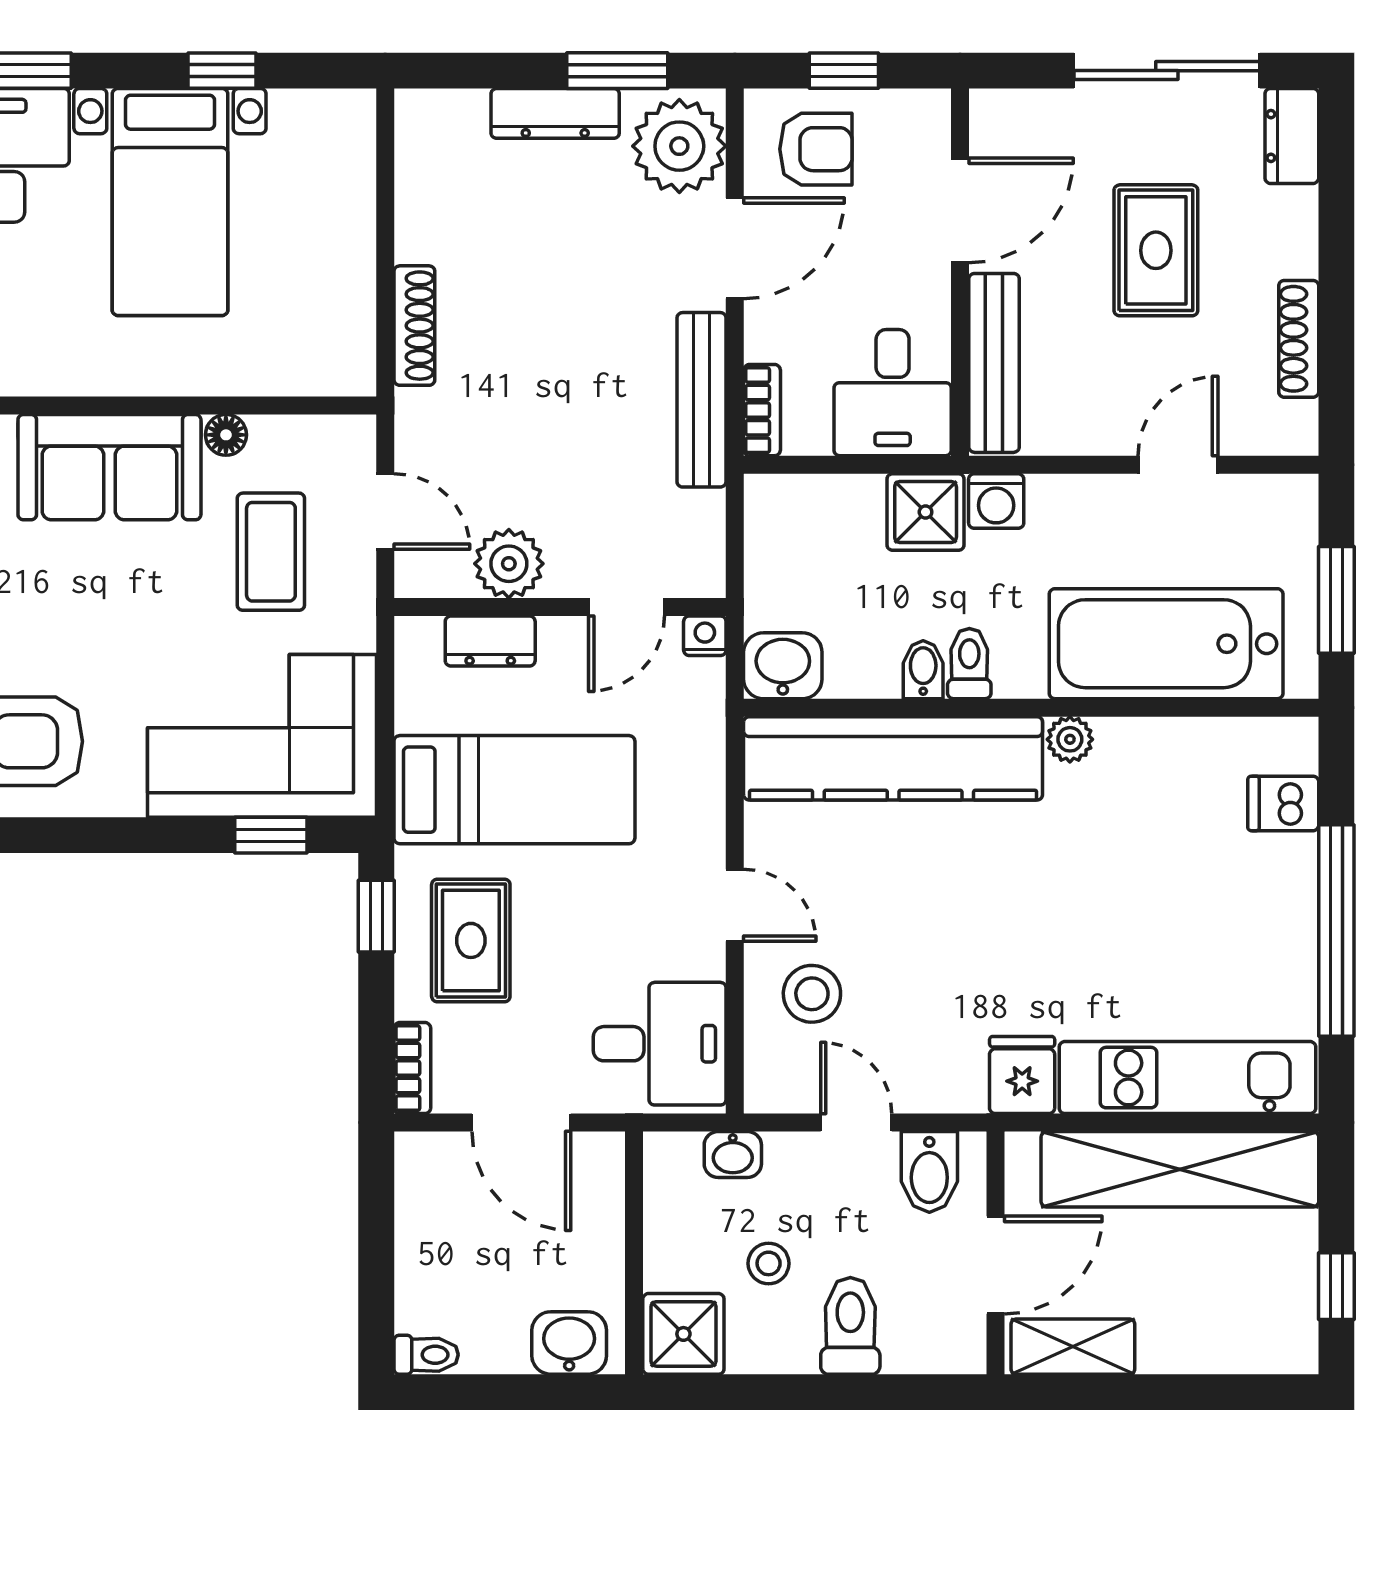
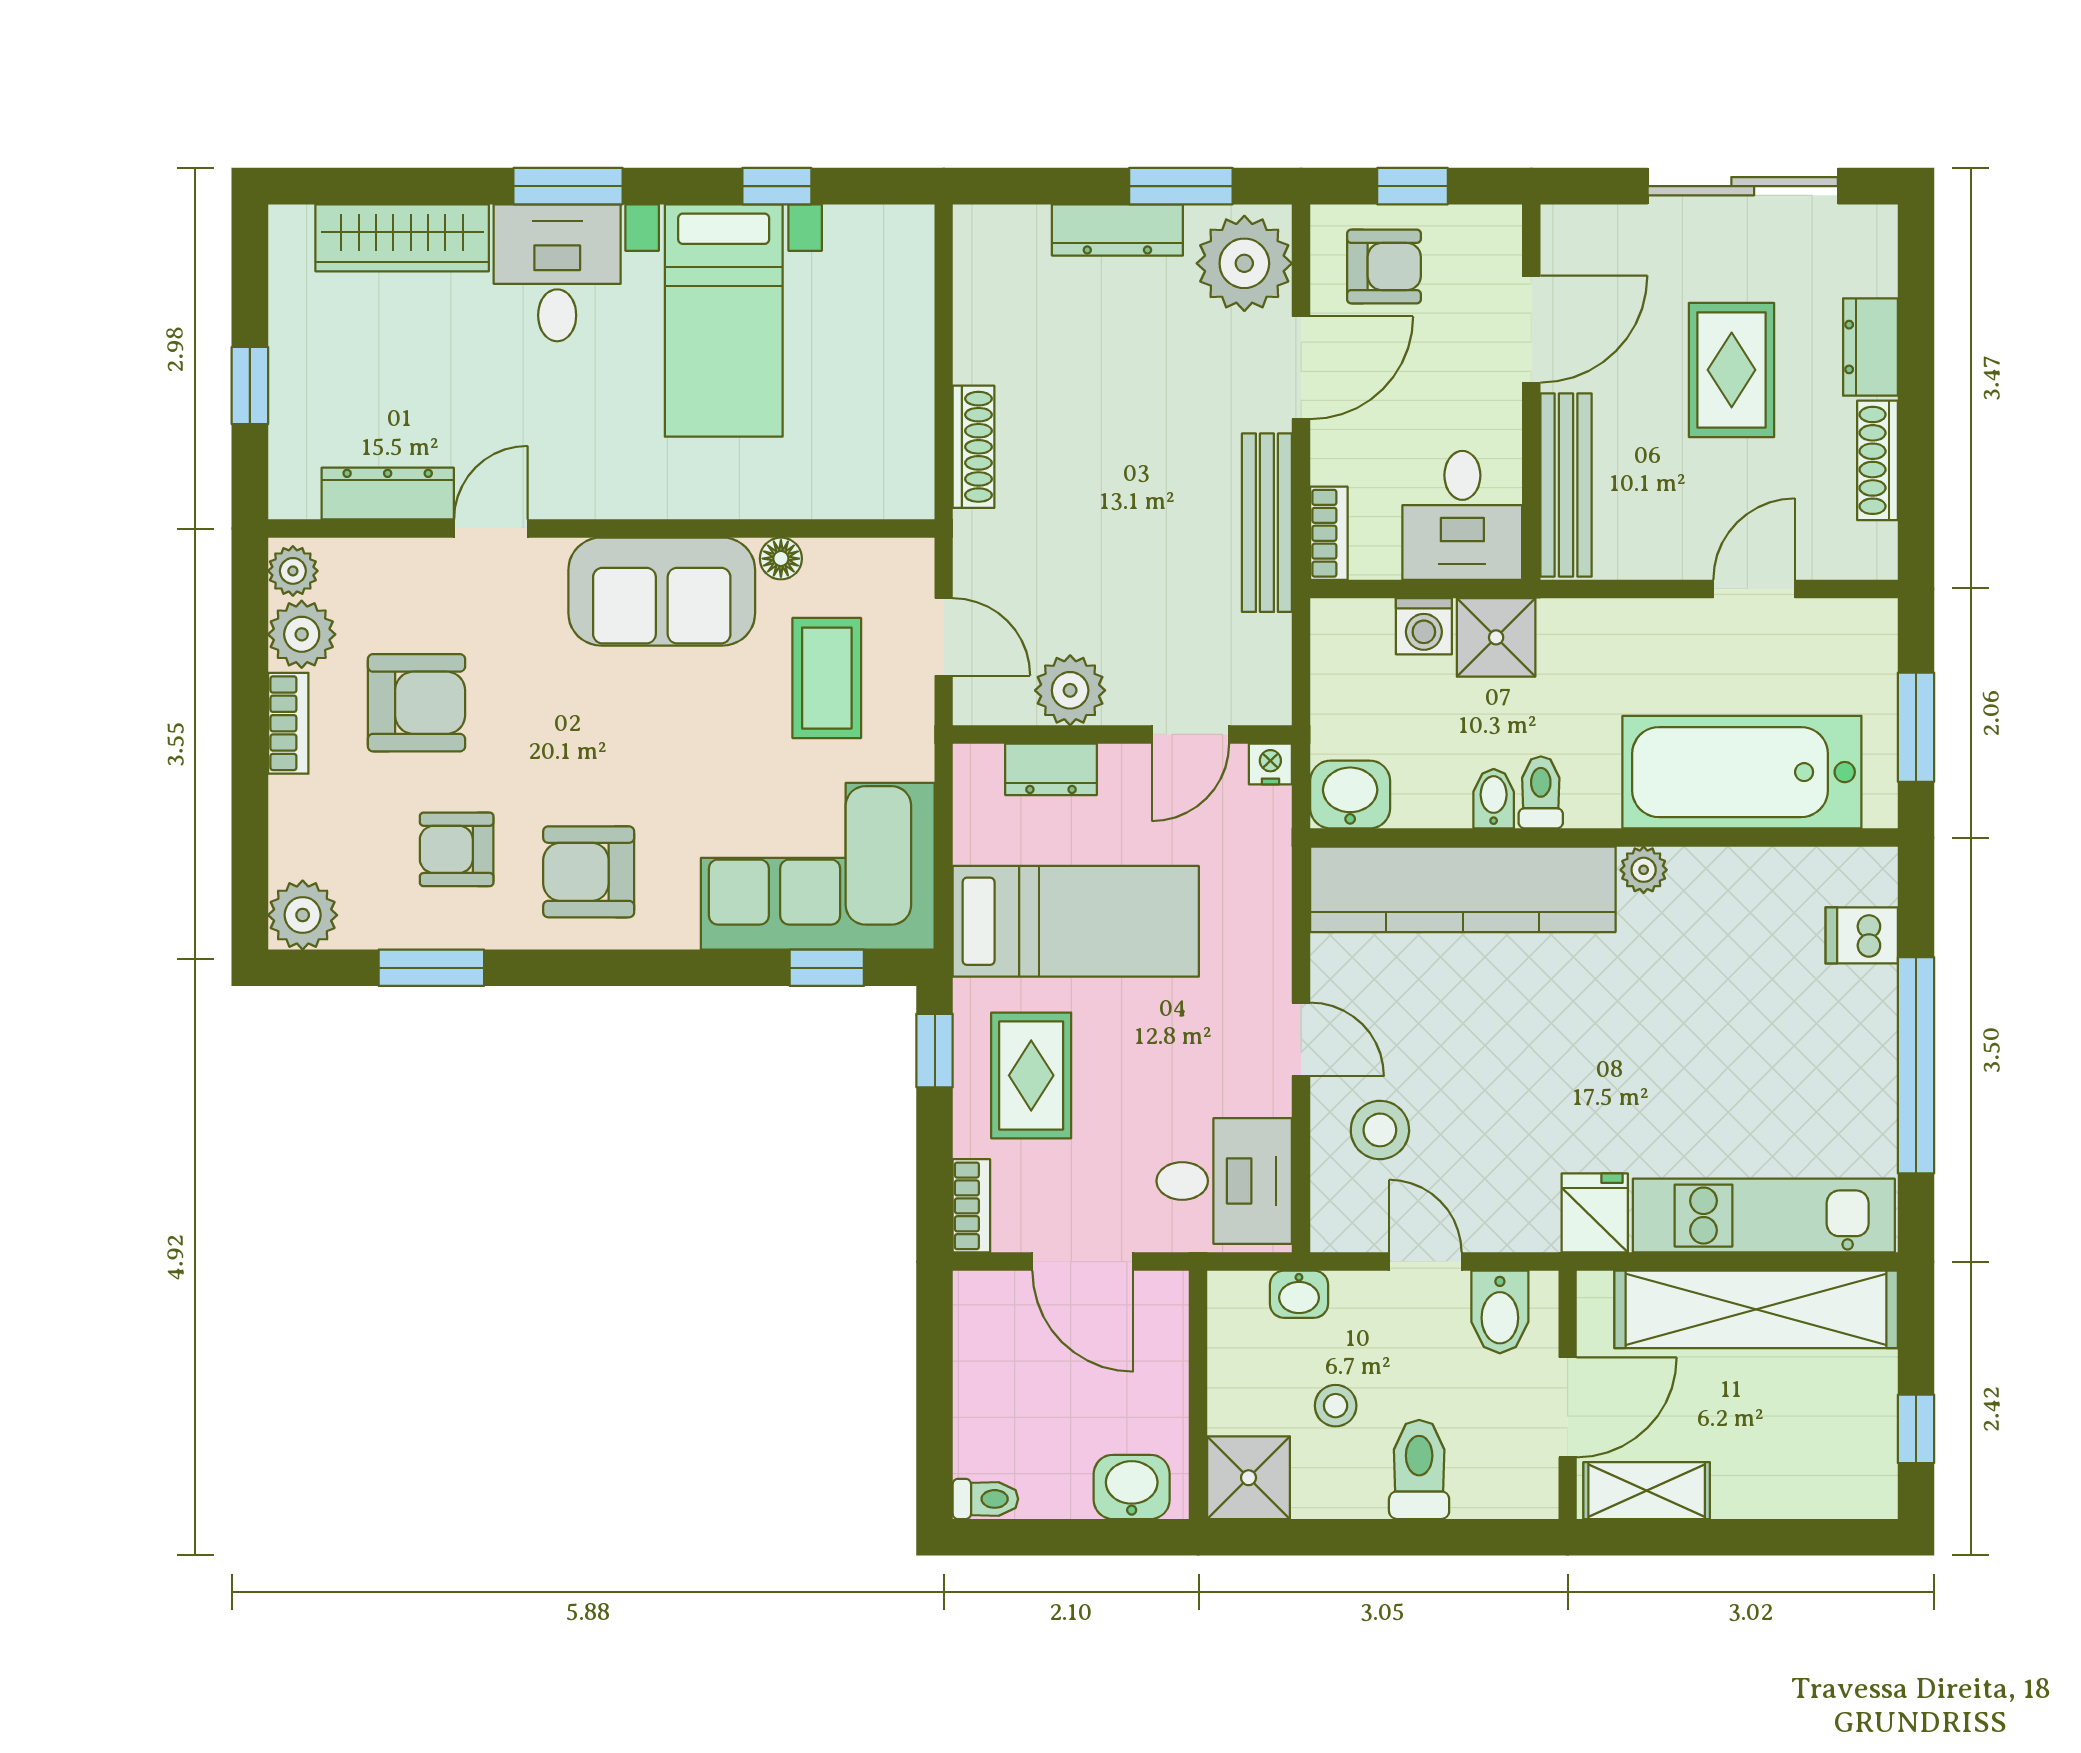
dresser: (1292, 136) -> (1870, 347), moved
washing machine: (996, 501) -> (1424, 626), moved

